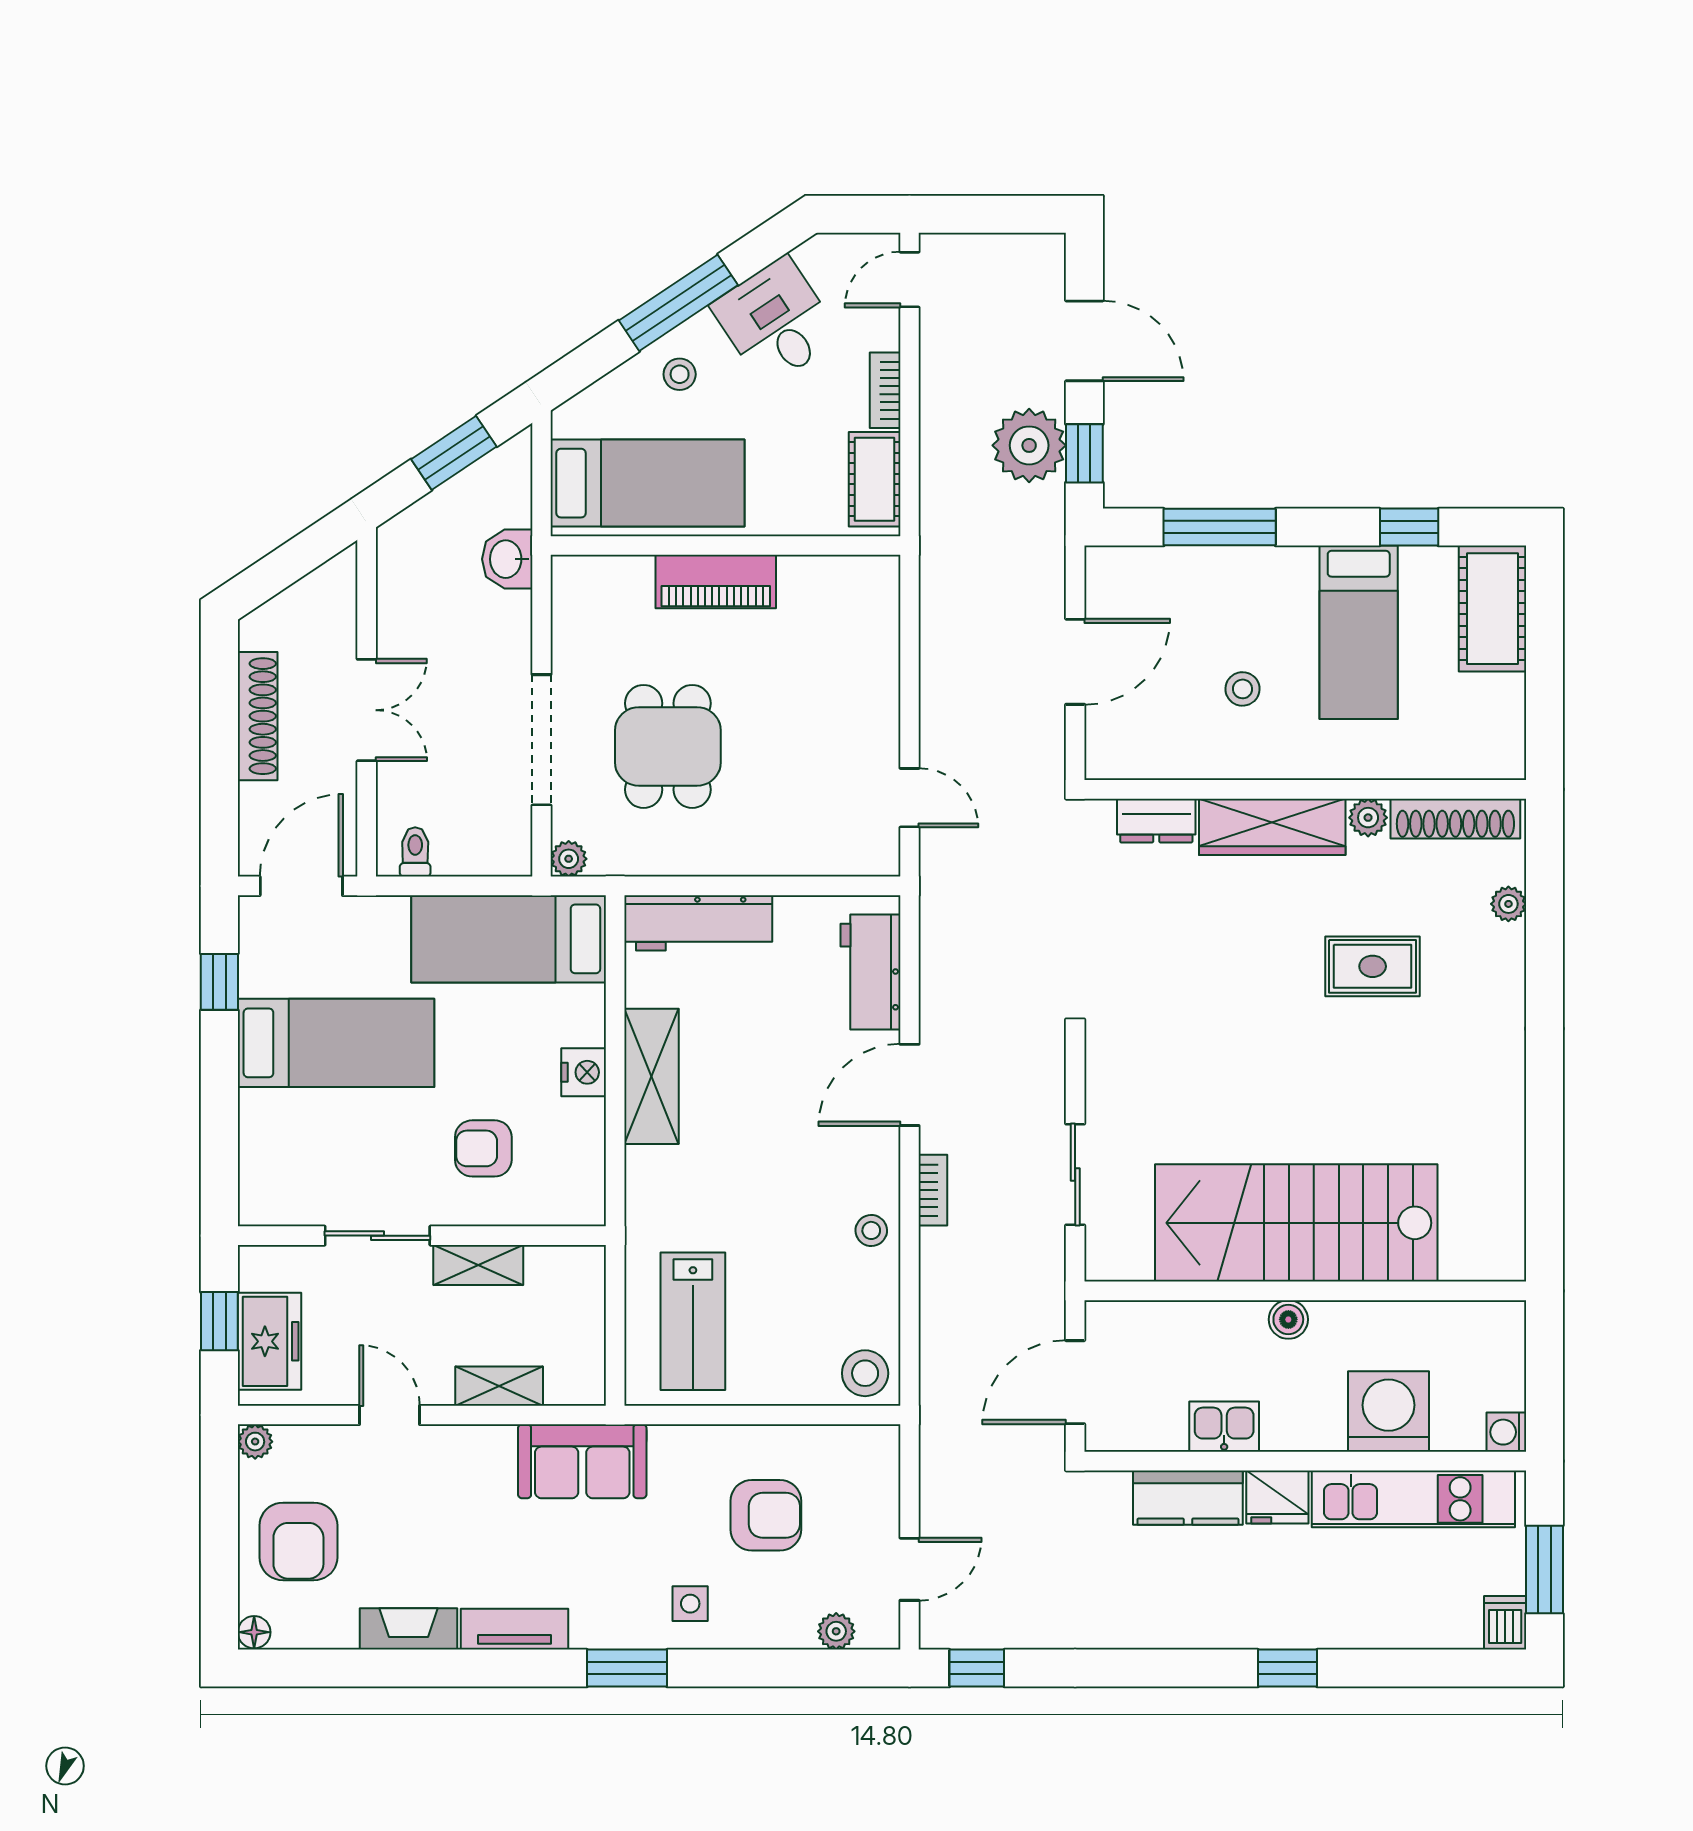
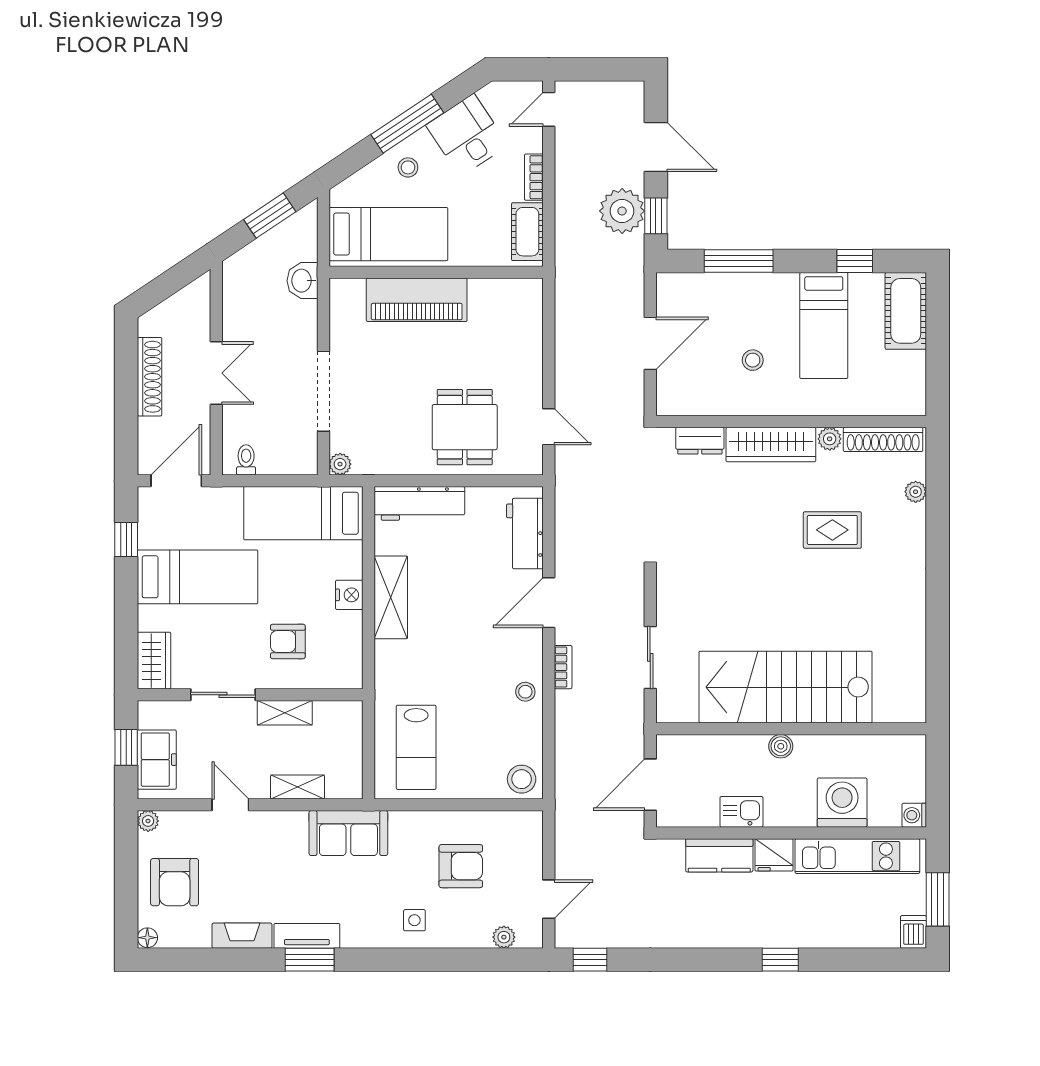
piano: (716, 582) -> (417, 300), width x1.37, depth x1.33
dining table: (668, 746) -> (465, 427), moved
wardrobe: (265, 1180) -> (154, 661), added
window: (627, 1668) -> (310, 960), moved

